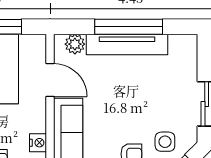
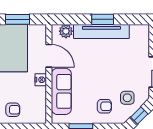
window: (129, 27) -> (103, 19), width x0.47
nightstand: (38, 143) -> (41, 80), moved

